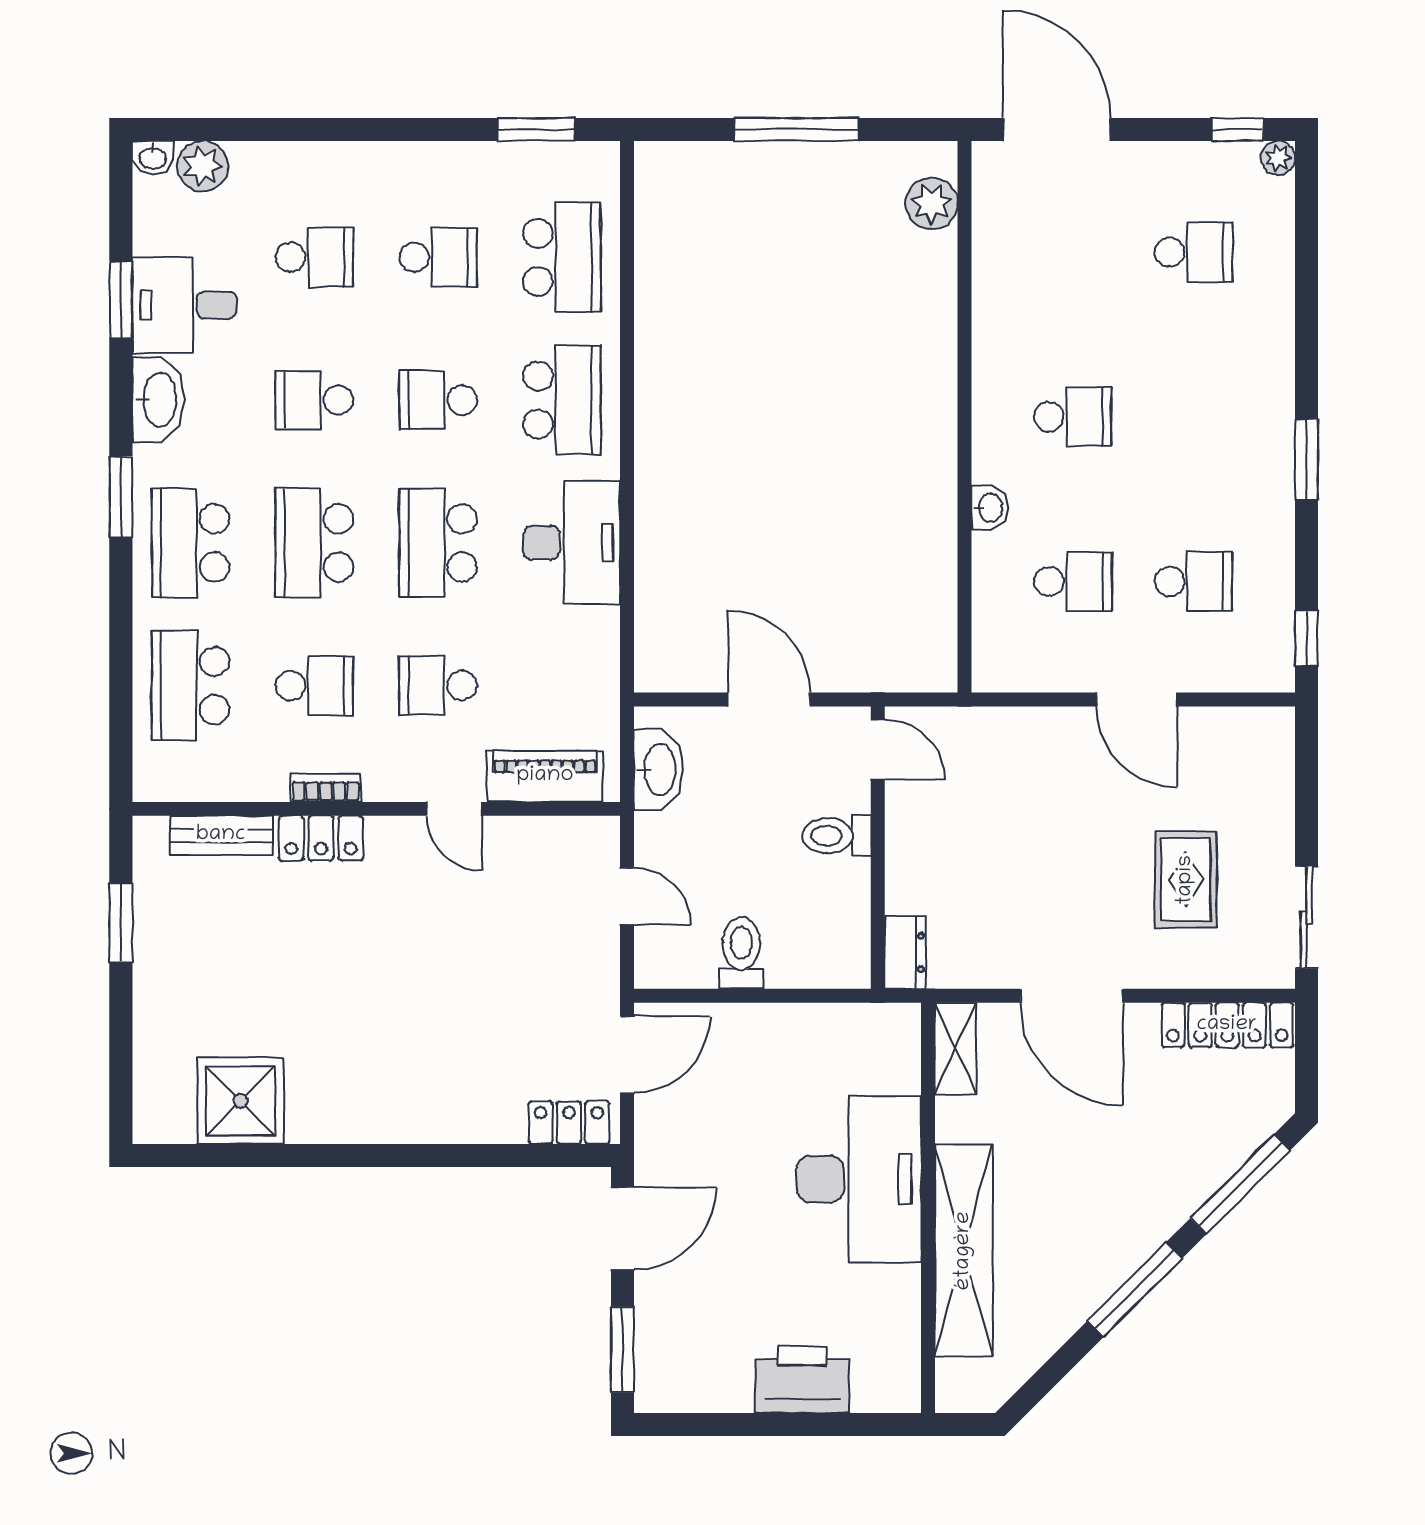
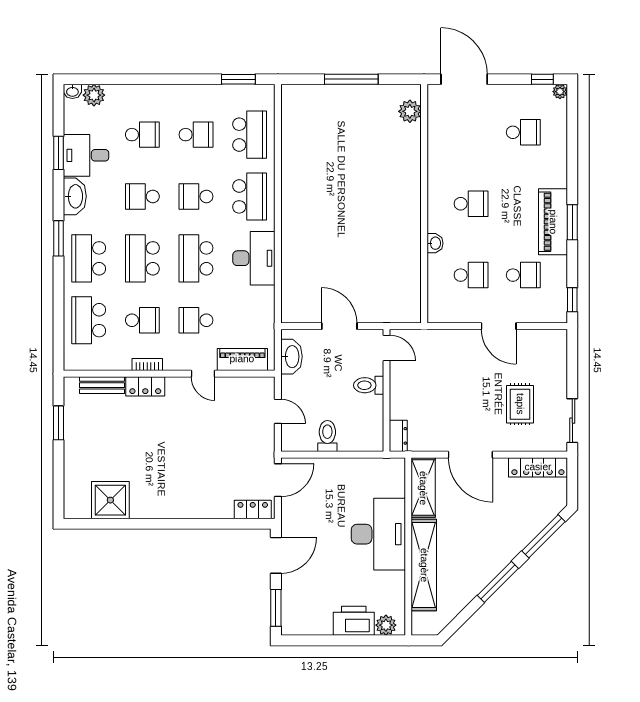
piano: (1262, 458) -> (553, 222), added
shelving: (956, 1049) -> (423, 488), width x1.50, depth x1.33
plant: (877, 1389) -> (386, 625), added

